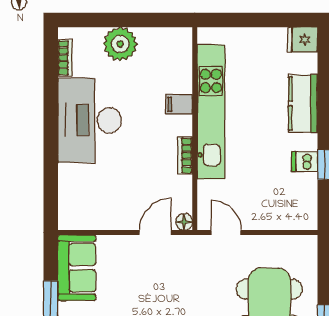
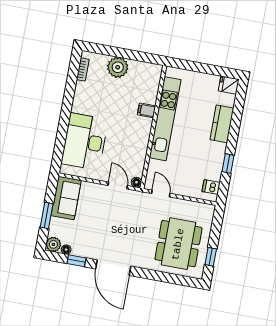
desk: (89, 120) -> (85, 142), moved
bookcase: (185, 156) -> (144, 142), removed
dishwasher: (305, 162) -> (211, 187), moved
door: (155, 233) -> (118, 186), hinge flipped

